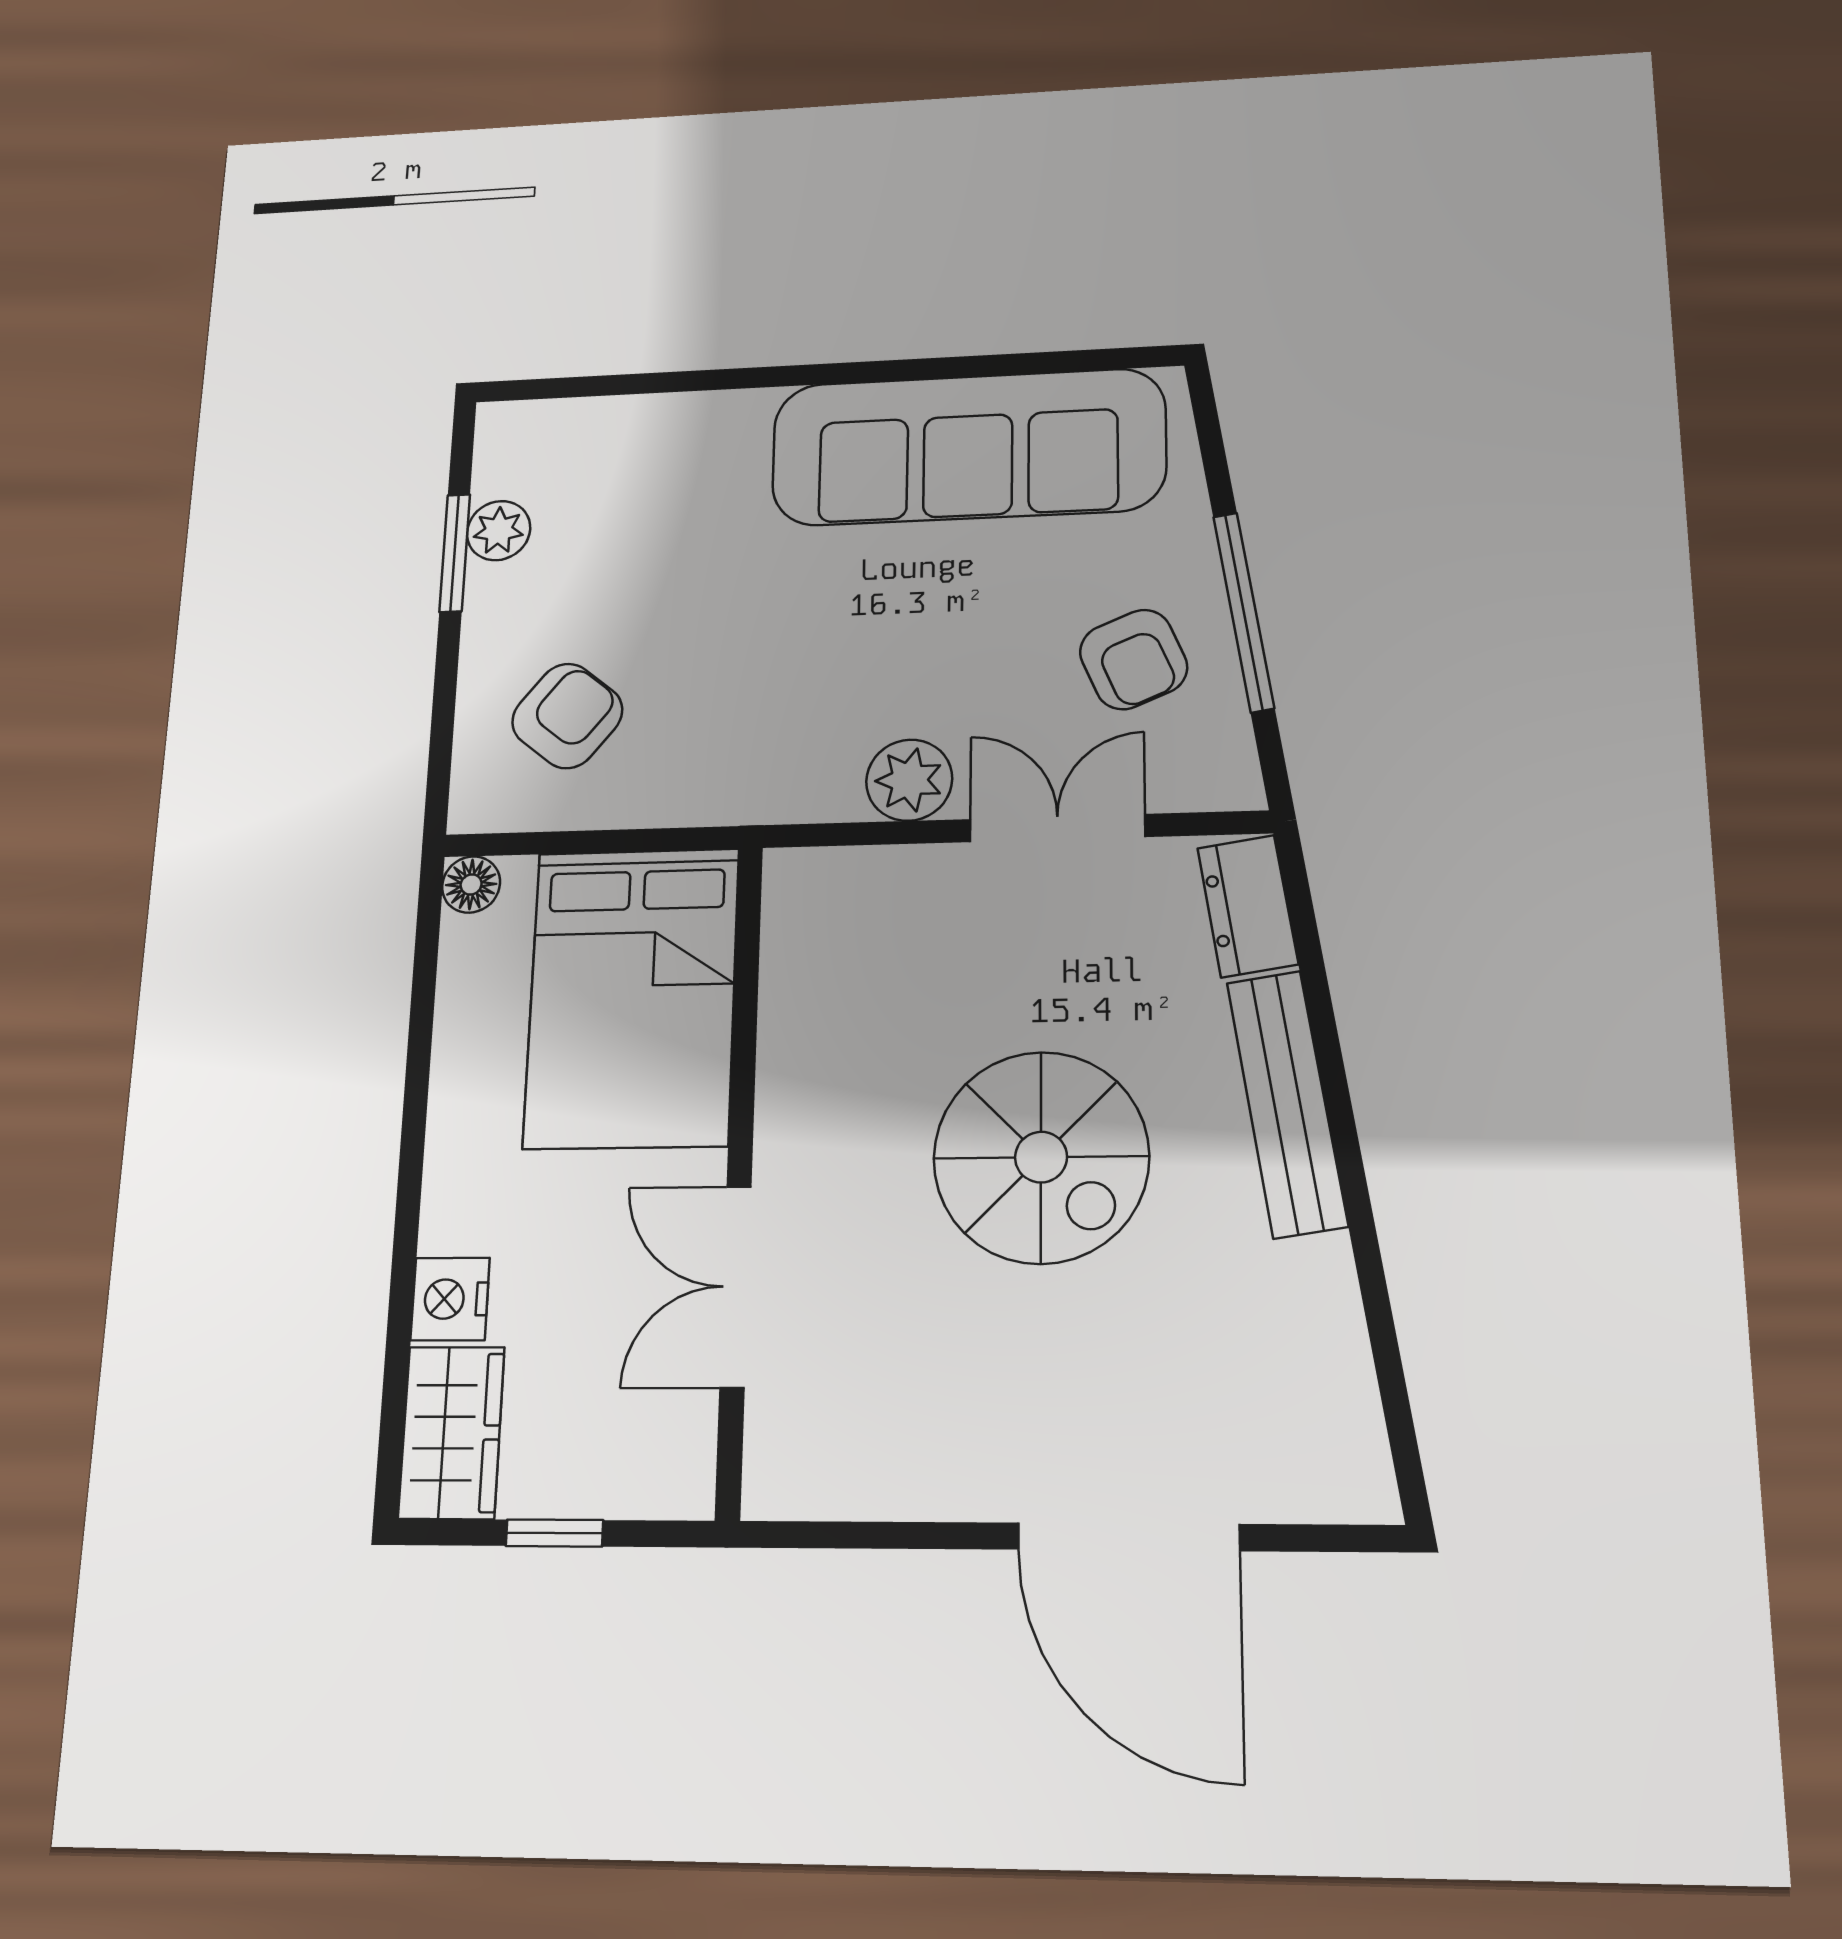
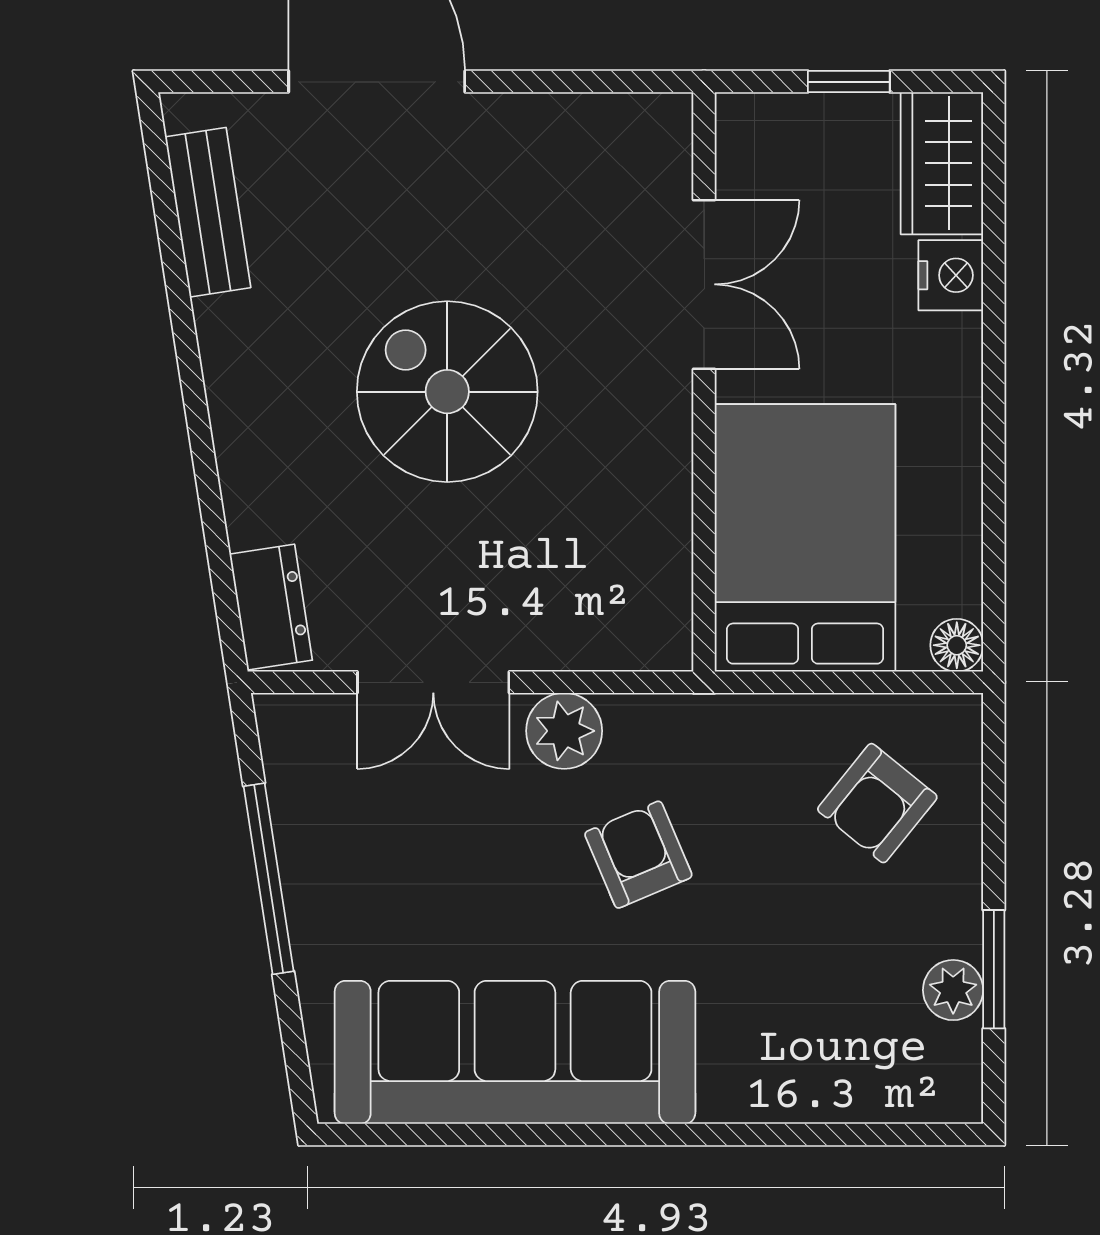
armchair: (1133, 659) -> (638, 855), moved
bench: (1287, 1103) -> (208, 212), moved, width x0.73

